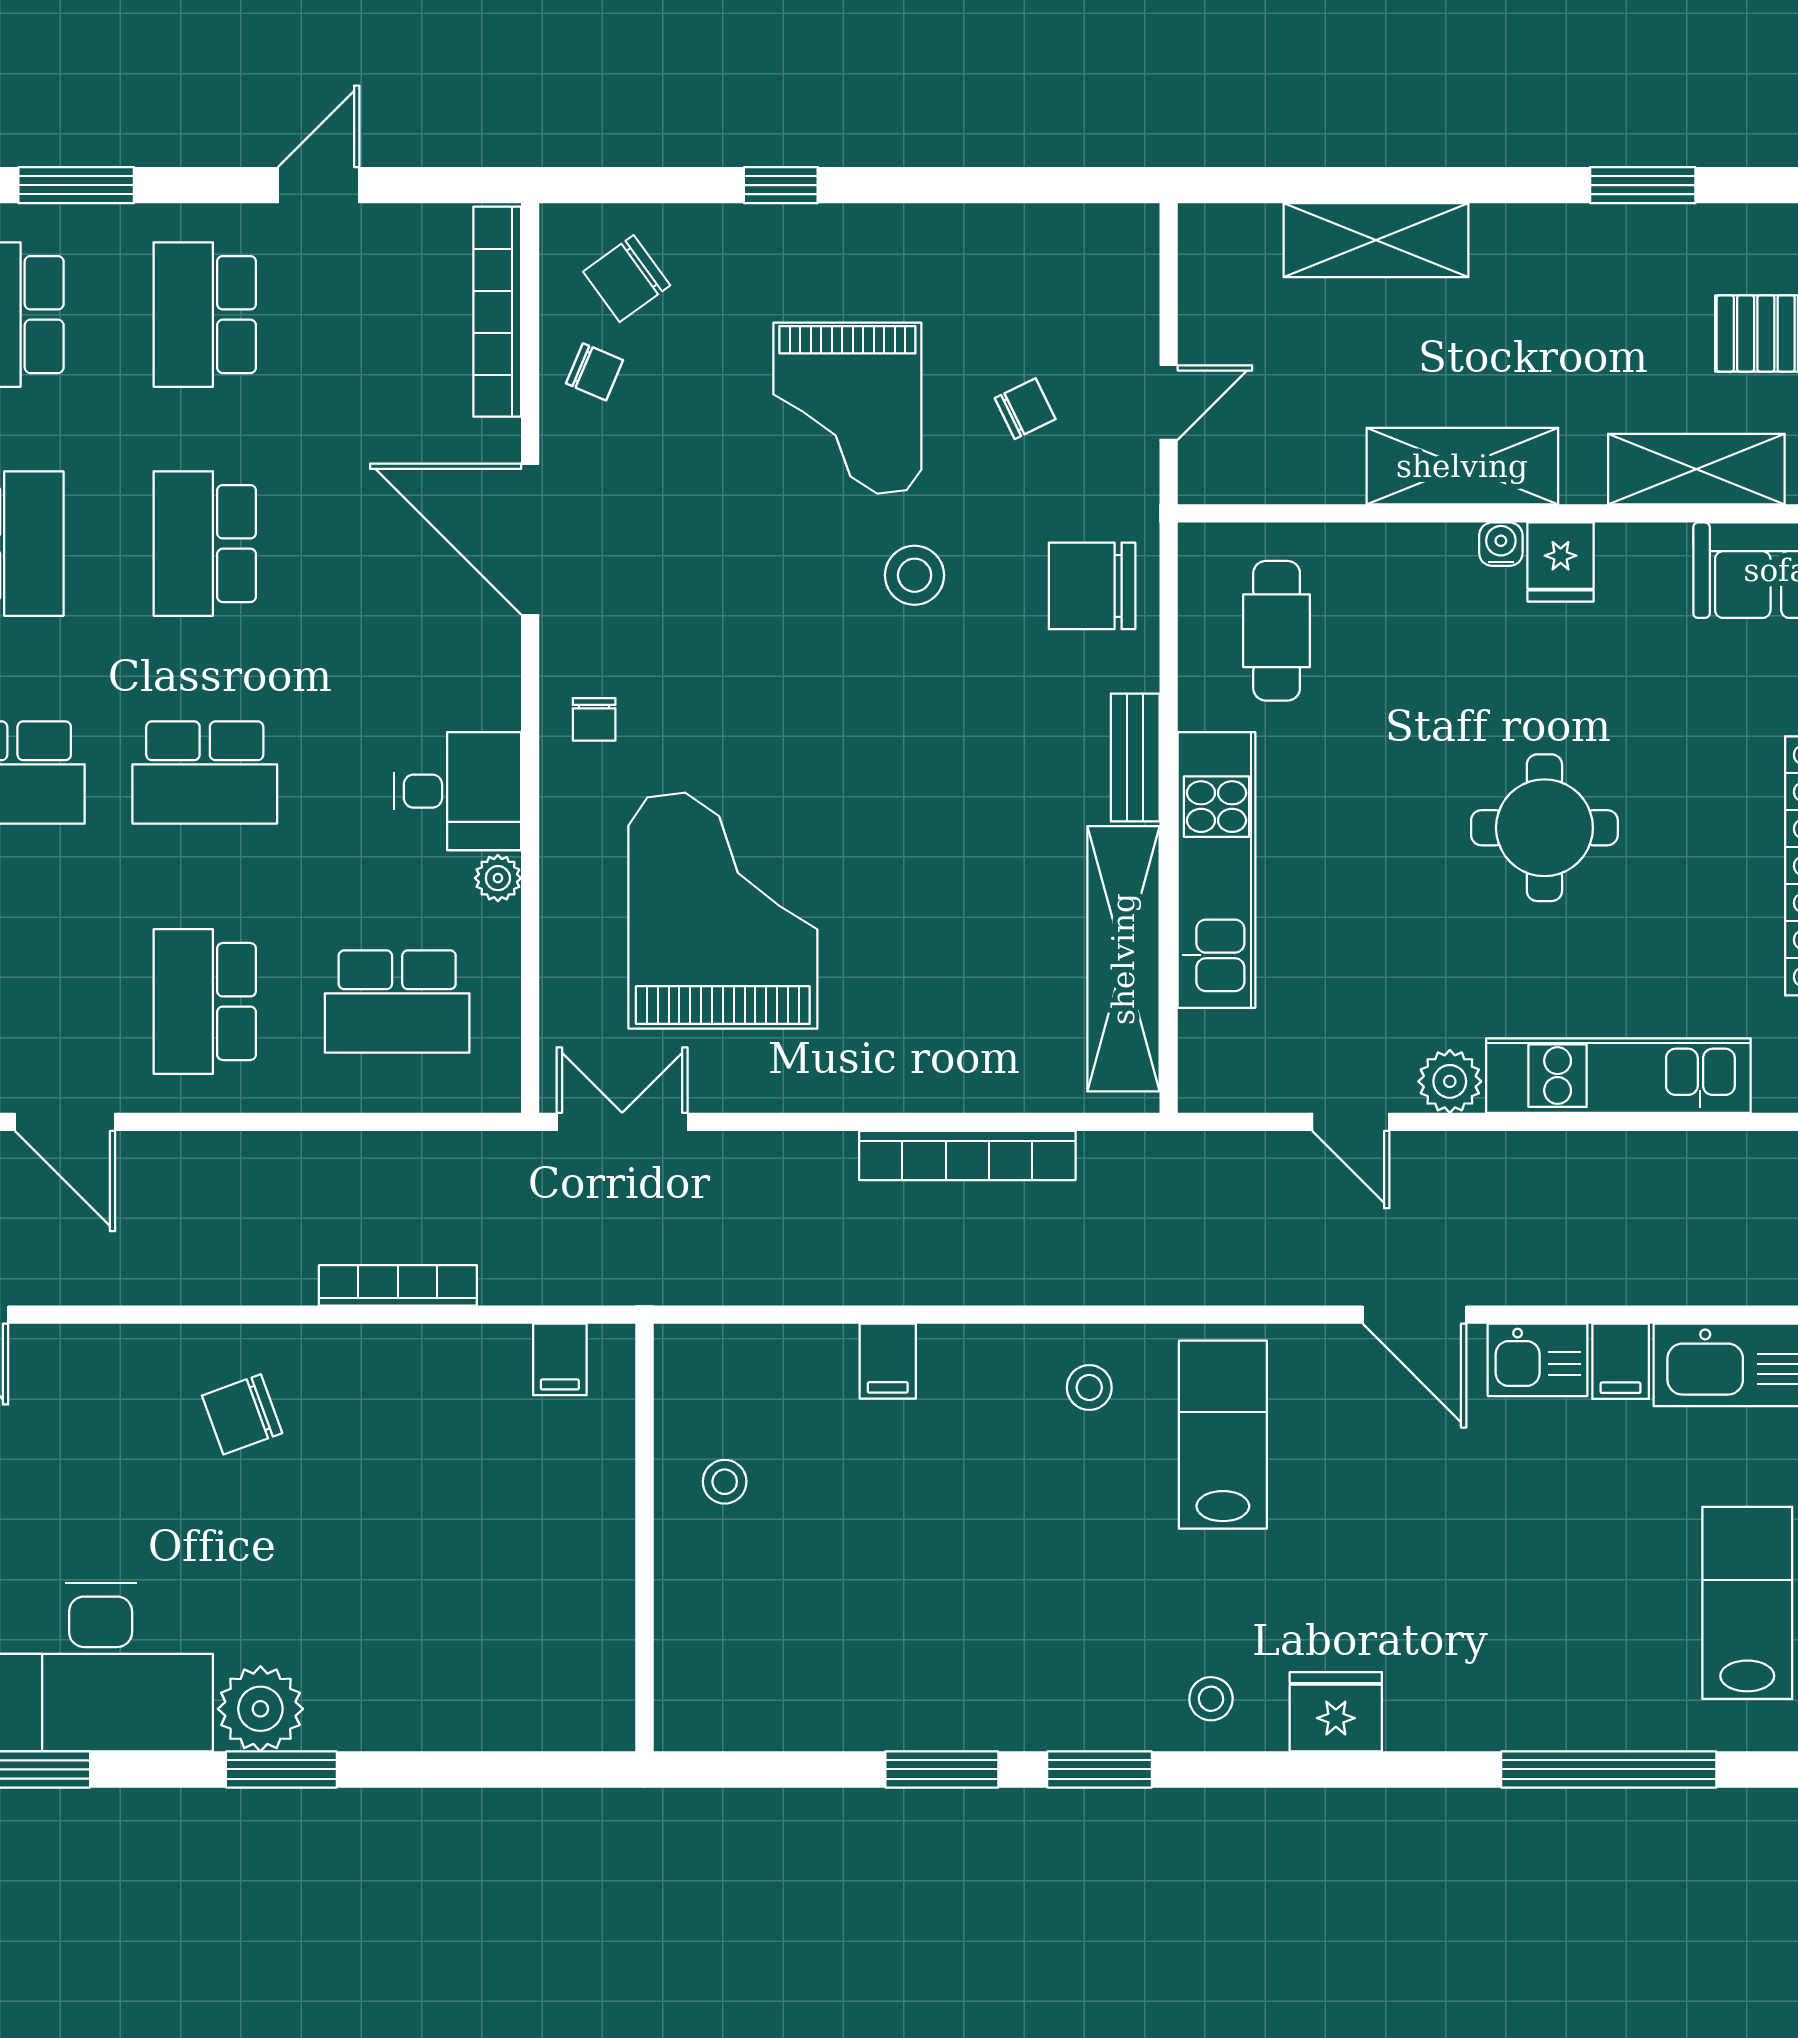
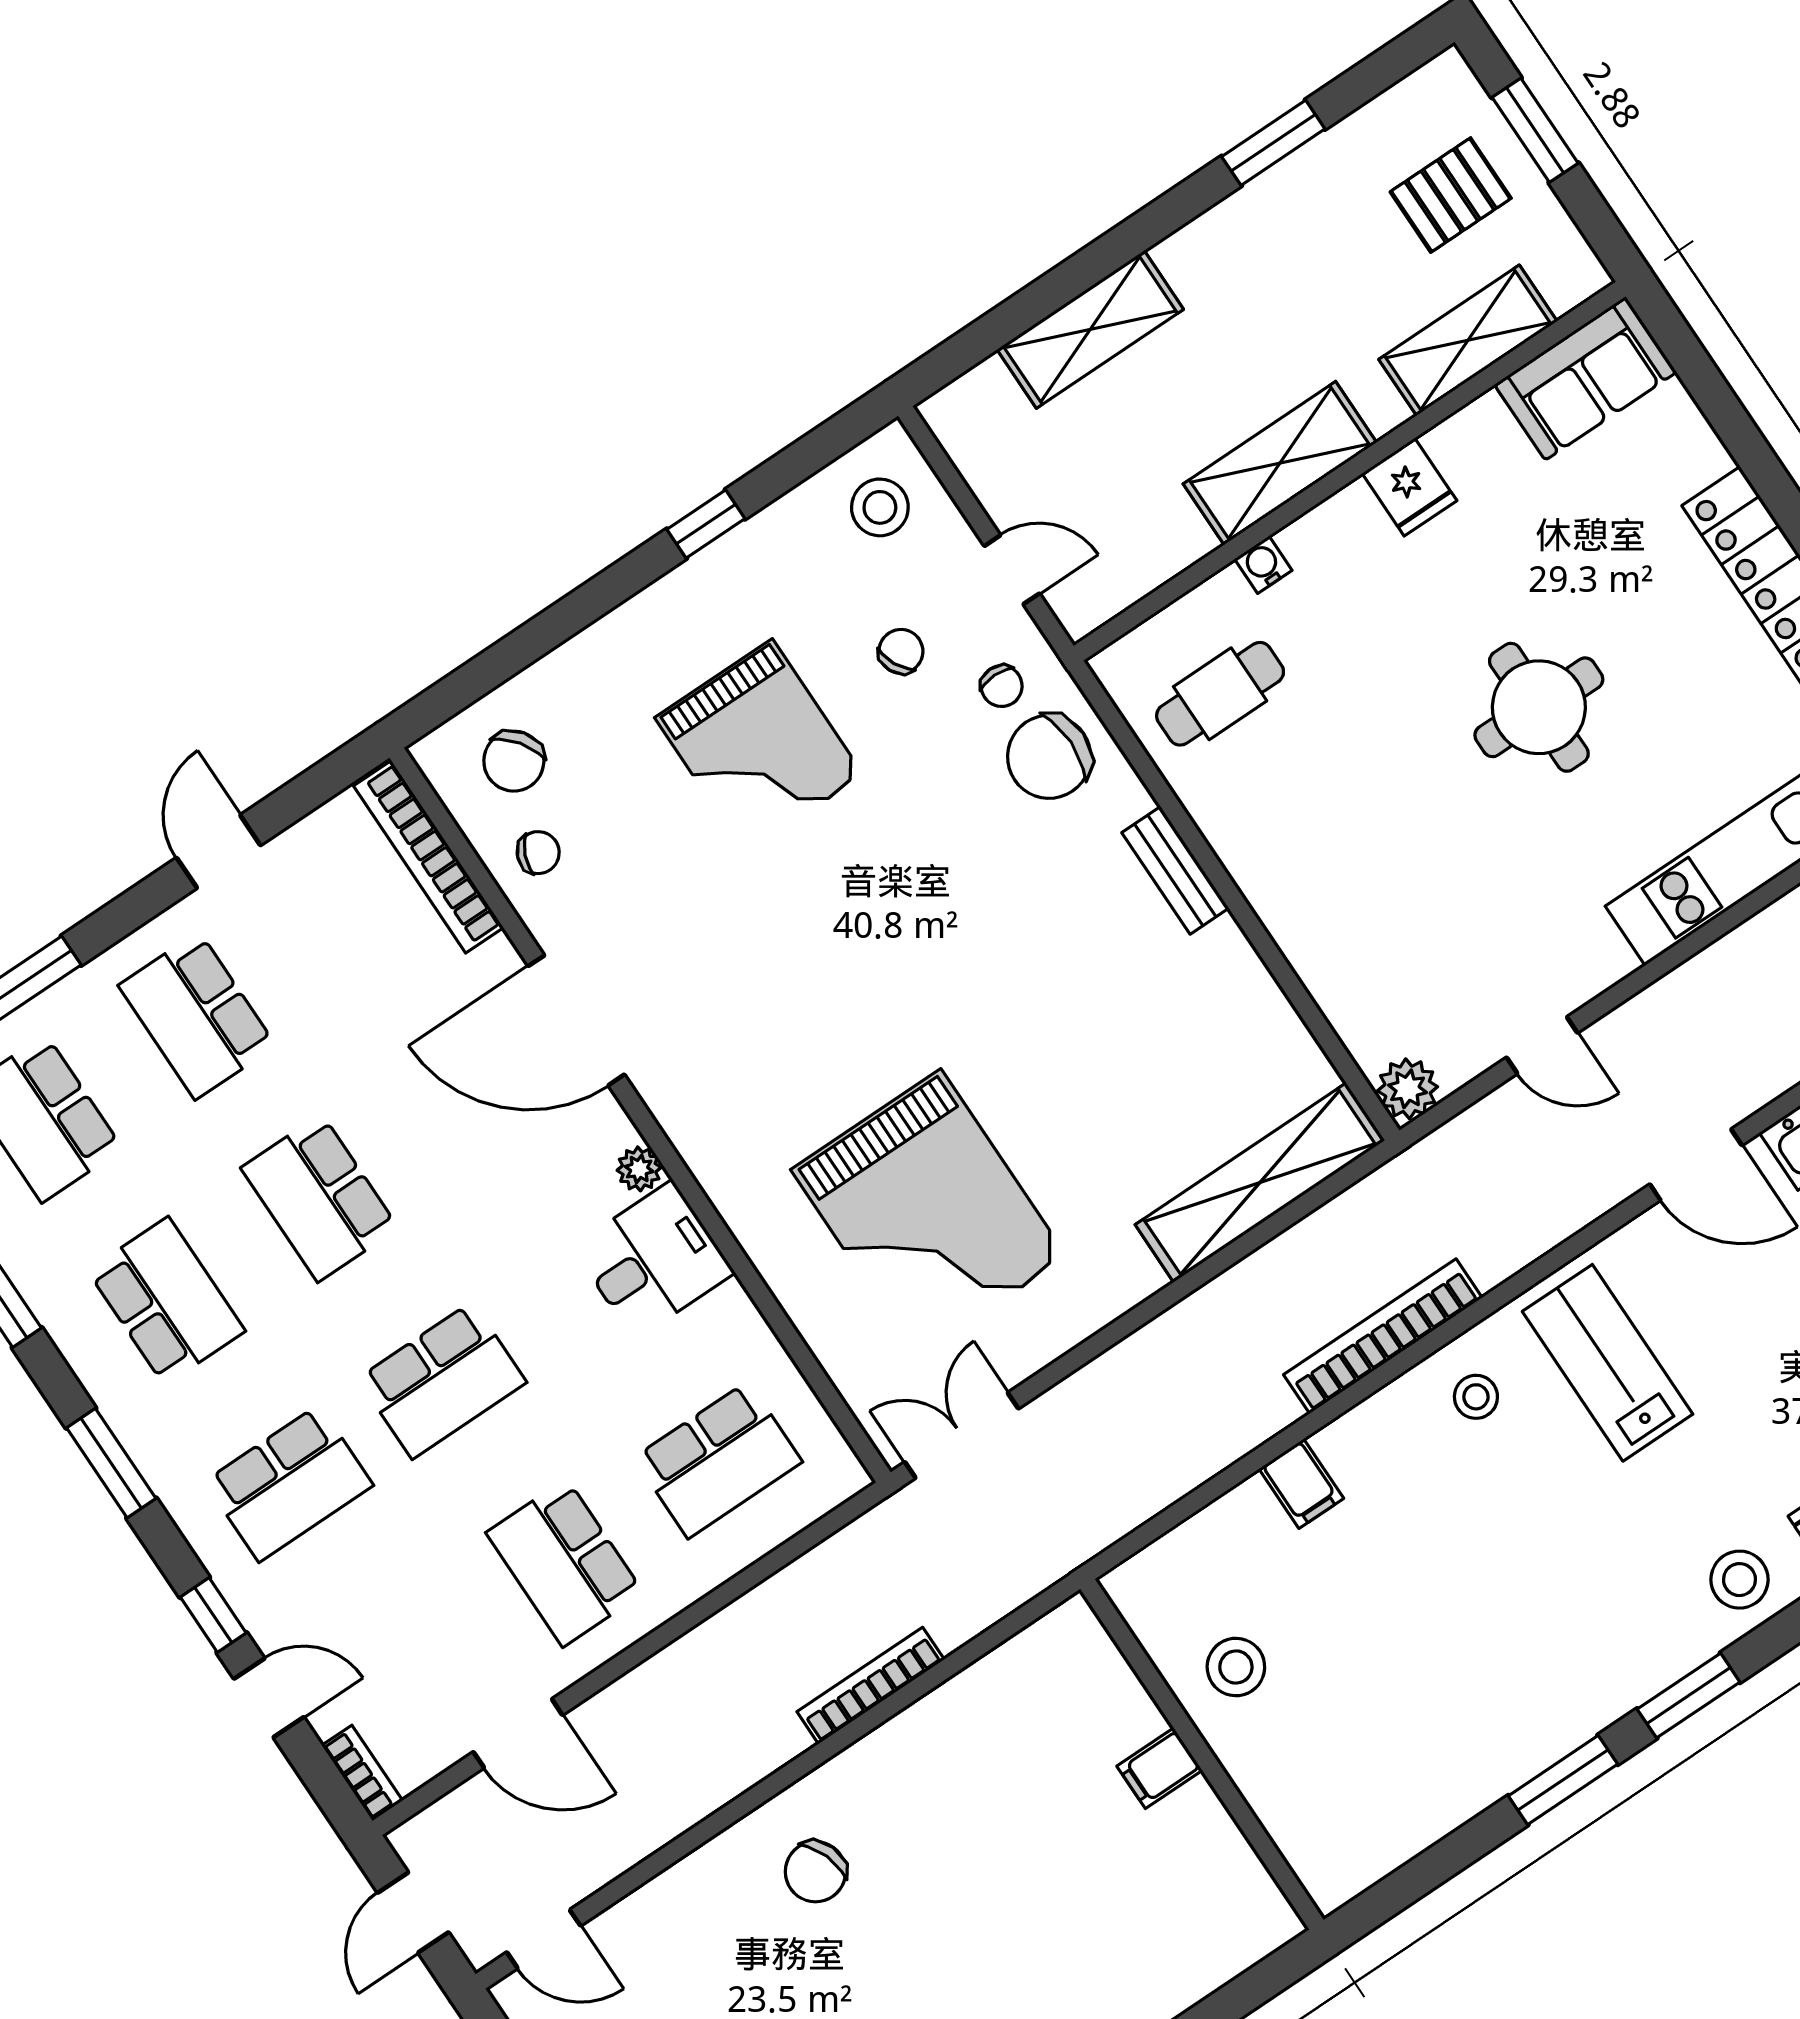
window: (781, 185) -> (706, 524), moved
door: (1169, 403) -> (1012, 570), hinge flipped
water cooler: (1501, 544) -> (1263, 565), moved
stool: (915, 575) -> (880, 507), moved
cafe table: (1277, 631) -> (1220, 694), turned 90
chair: (594, 719) -> (1002, 686), moved
kitchen unit: (1217, 870) -> (1300, 916), removed
plant: (498, 878) -> (639, 1169), moved
grand piano: (723, 911) -> (929, 1213), turned 180
shelving: (1123, 959) -> (1260, 1183), moved, turned 90
plant: (1450, 1081) -> (1408, 1089), moved
bookcase: (967, 1156) -> (1383, 1336), moved, turned 180
filing cabinet: (560, 1359) -> (1160, 1768), moved, turned 90
stool: (725, 1482) -> (1236, 1667), width x1.37, depth x1.37
stool: (1211, 1699) -> (1739, 1580), width x1.37, depth x1.37

